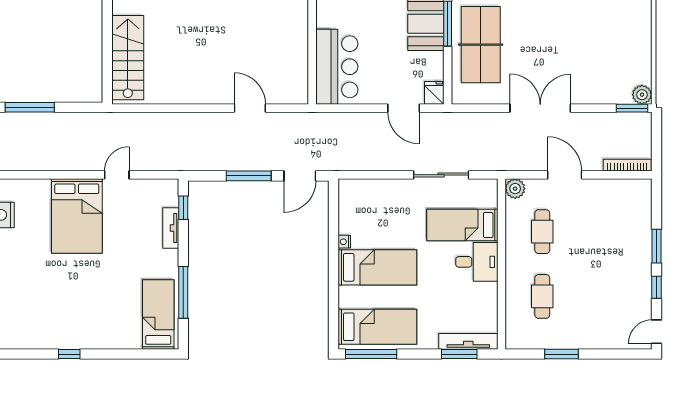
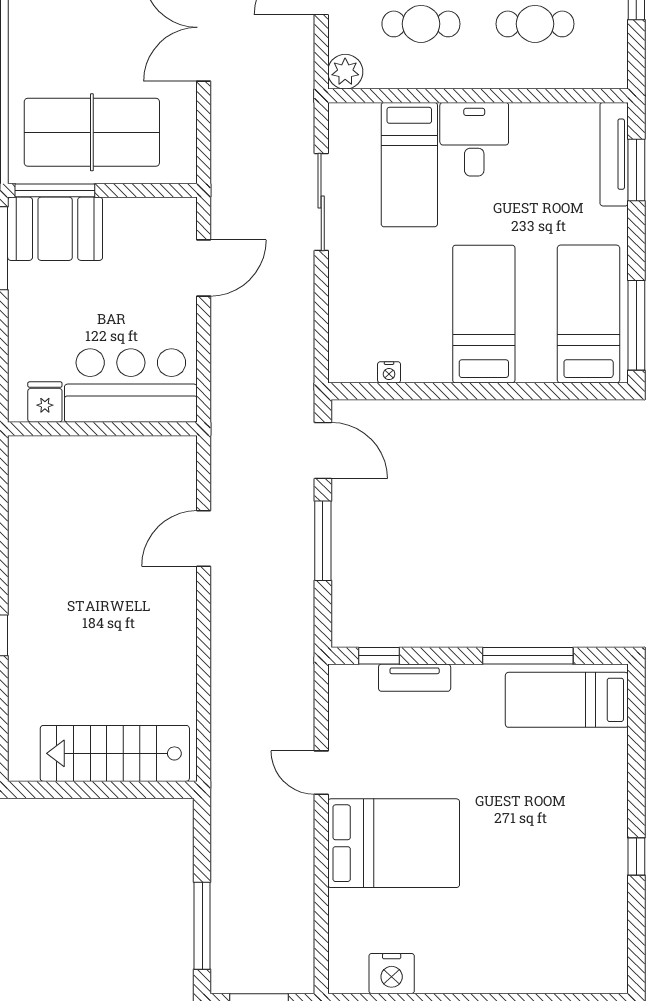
fridge: (434, 93) -> (45, 402), moved, turned 90
nightstand: (344, 242) -> (389, 372), moved

